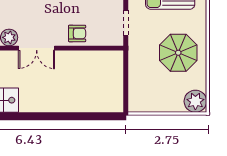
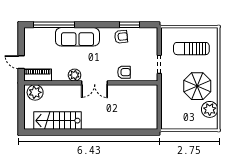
plant: (195, 101) -> (210, 109), moved

